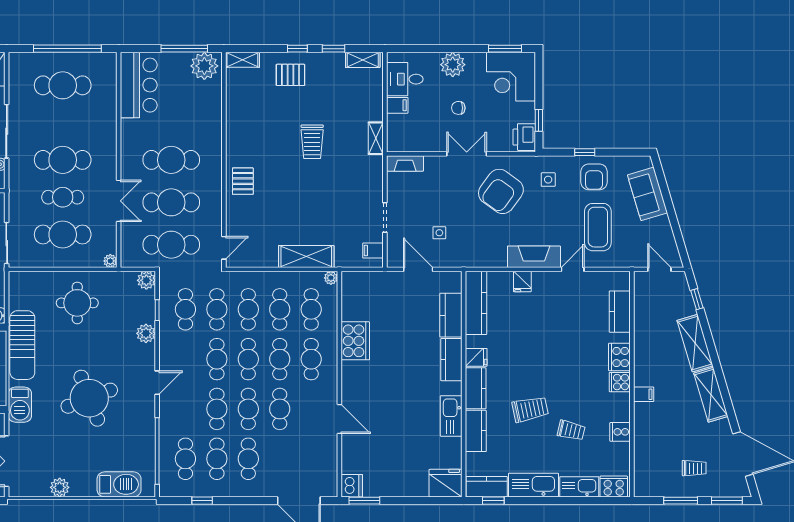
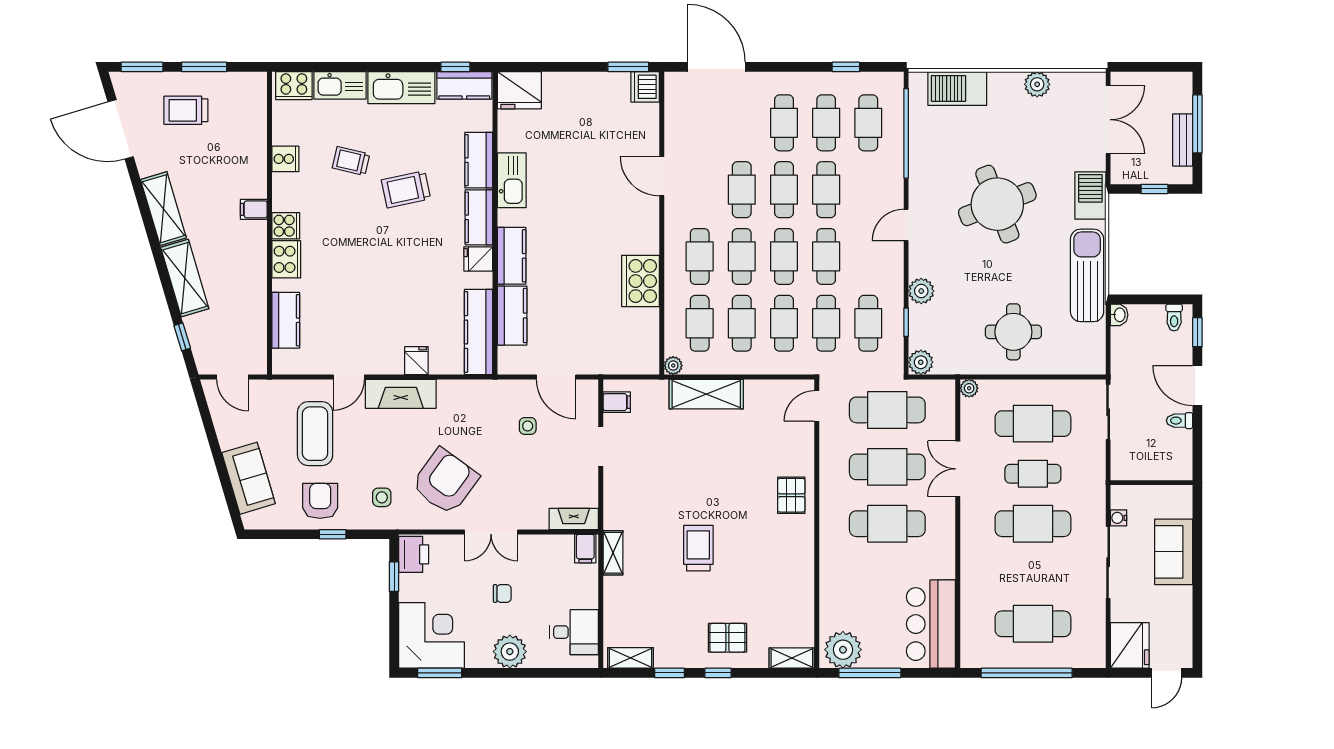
filing cabinet: (397, 105) -> (585, 549), moved, turned -90
trolley: (694, 468) -> (186, 110), width x1.36, depth x1.39

